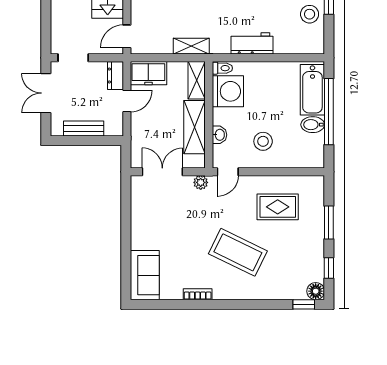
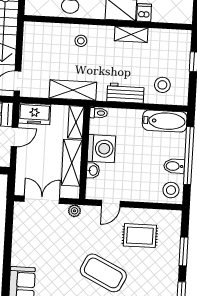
stool: (310, 14) -> (162, 85), moved
shelving: (191, 46) -> (73, 90), width x1.50, depth x1.33
bathtub: (312, 90) -> (165, 121), moved, turned -90
washing machine: (228, 91) -> (101, 149), moved
stool: (263, 141) -> (171, 190), moved
door: (228, 172) -> (111, 203), moved

